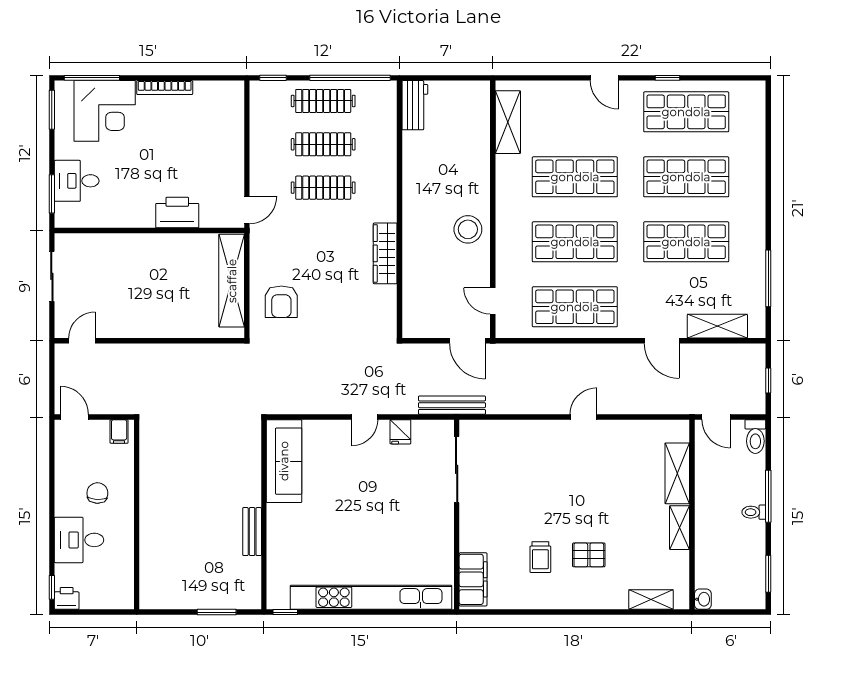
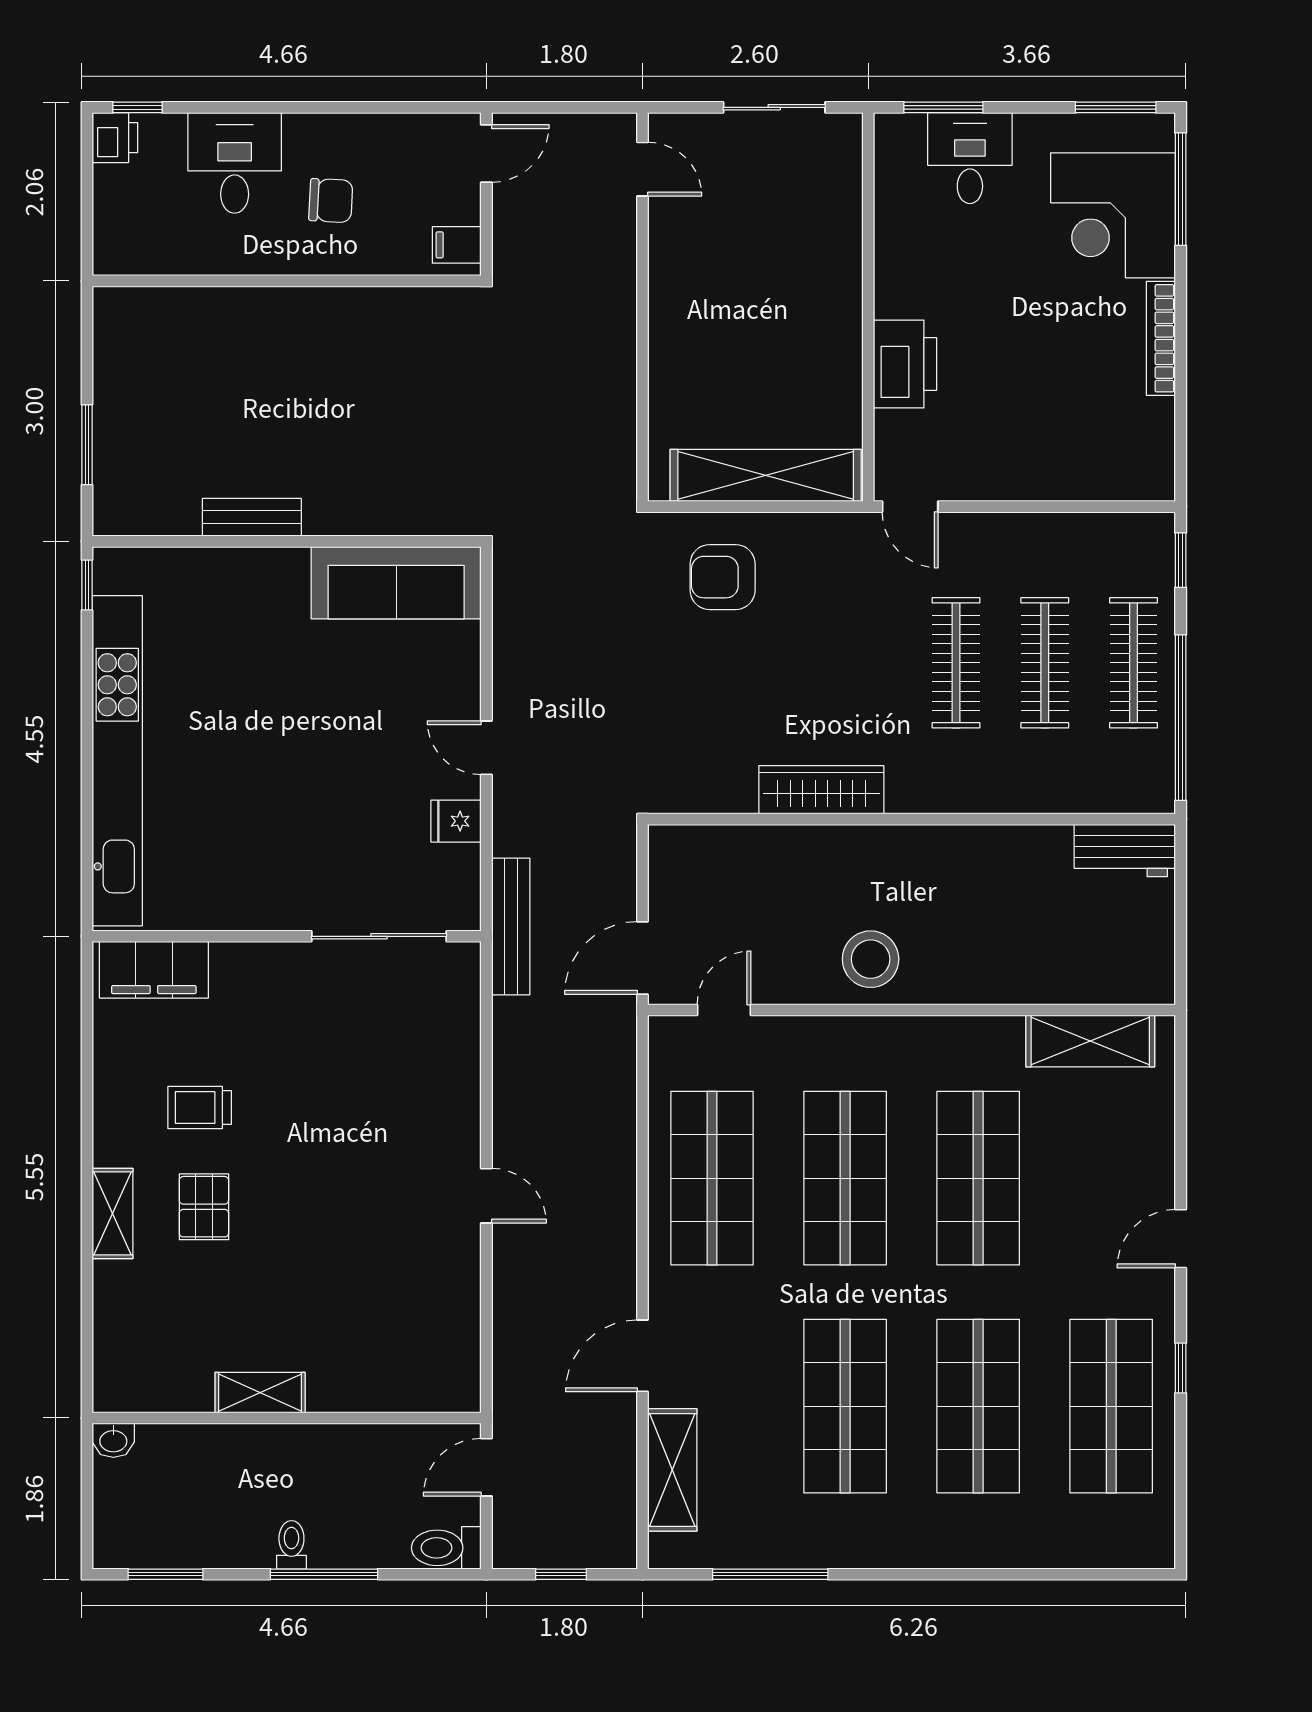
shelving: (677, 473) -> (371, 1388), removed
shelving: (651, 600) -> (113, 1213), moved

